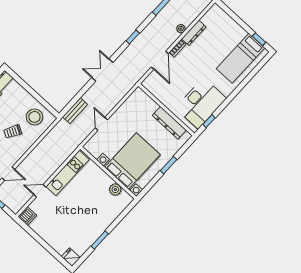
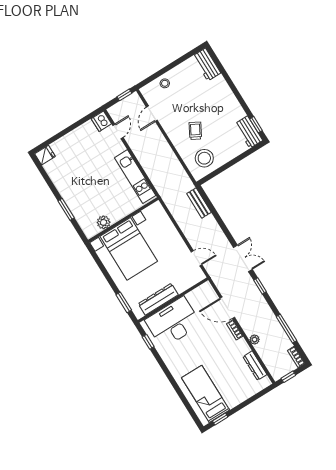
dresser: (194, 33) -> (255, 366), moved
double door: (102, 70) -> (243, 258), moved
desk: (201, 103) -> (173, 322), moved, turned 90
door: (101, 124) -> (197, 258), moved
window: (169, 165) -> (124, 302), moved
door: (40, 191) -> (118, 131), moved
window: (100, 240) -> (66, 209), moved

